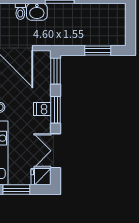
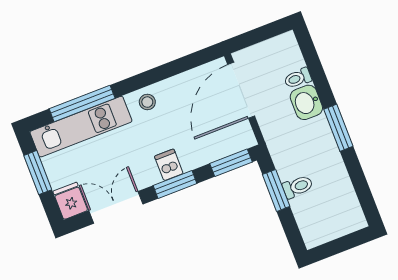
toilet: (85, 37) -> (298, 187), added
window: (98, 50) -> (276, 190), moved

